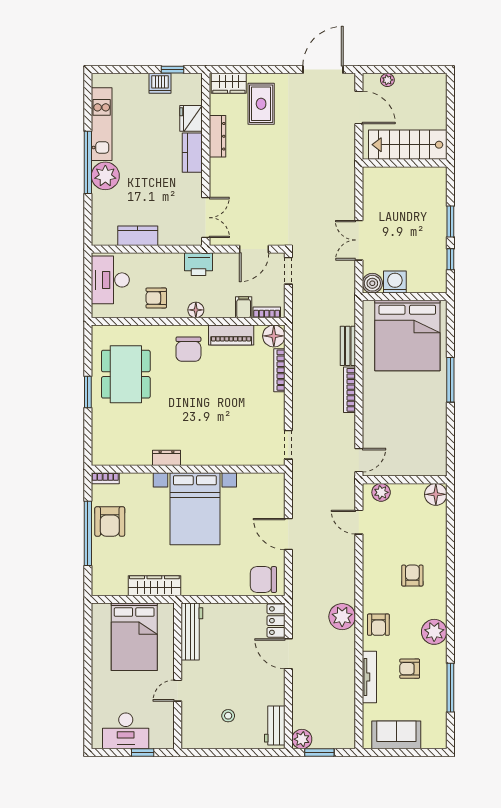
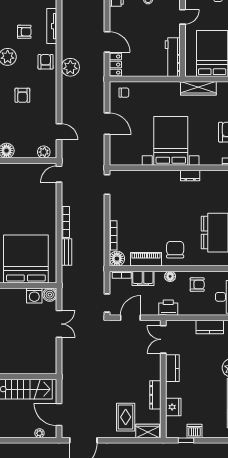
kitchen counter: (192, 153) -> (172, 368), moved
filing cabinet: (244, 307) -> (143, 278), width x2.00
chair: (263, 580) -> (124, 93), width x0.54, depth x0.54

